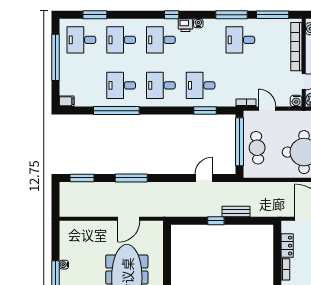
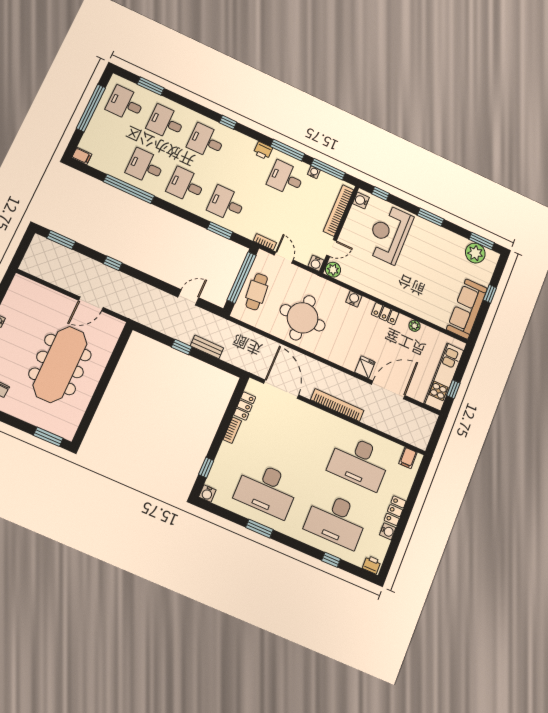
water cooler: (198, 23) -> (314, 172), moved
printer: (185, 25) -> (263, 151), moved
window: (131, 178) -> (113, 263), width x0.46

